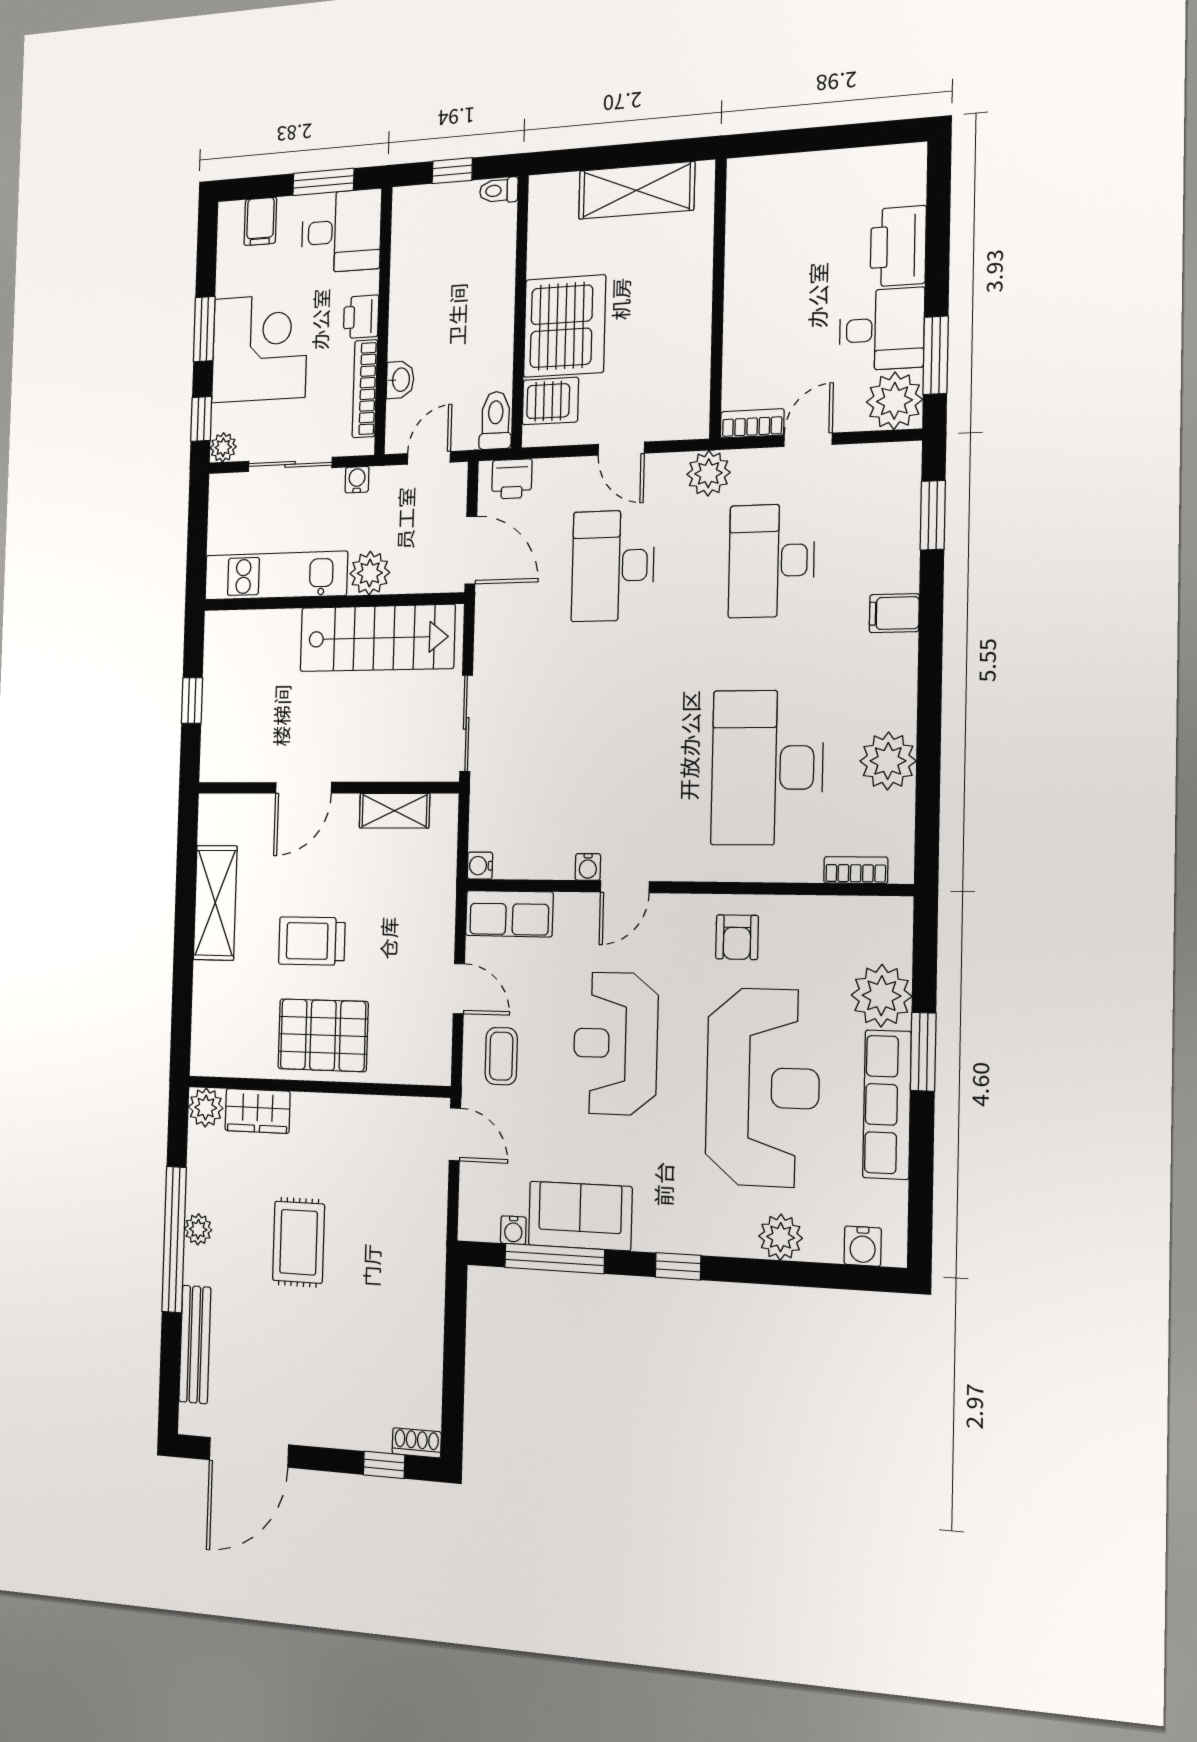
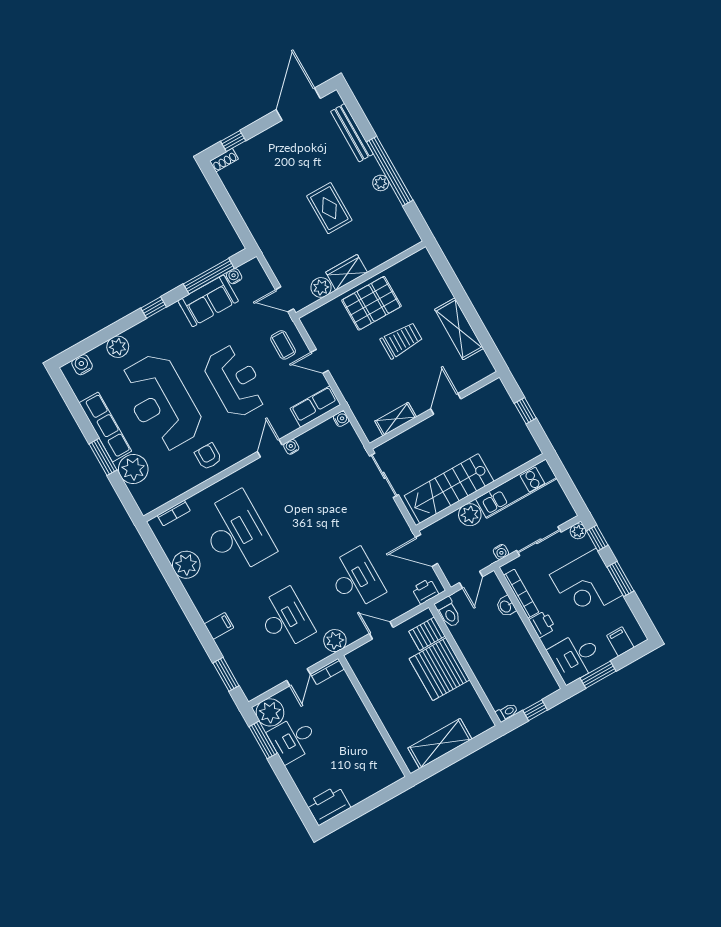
printer: (898, 246) -> (328, 805), moved, turned -90
plant: (206, 1108) -> (321, 287), moved
wardrobe: (257, 1111) -> (347, 272), moved

